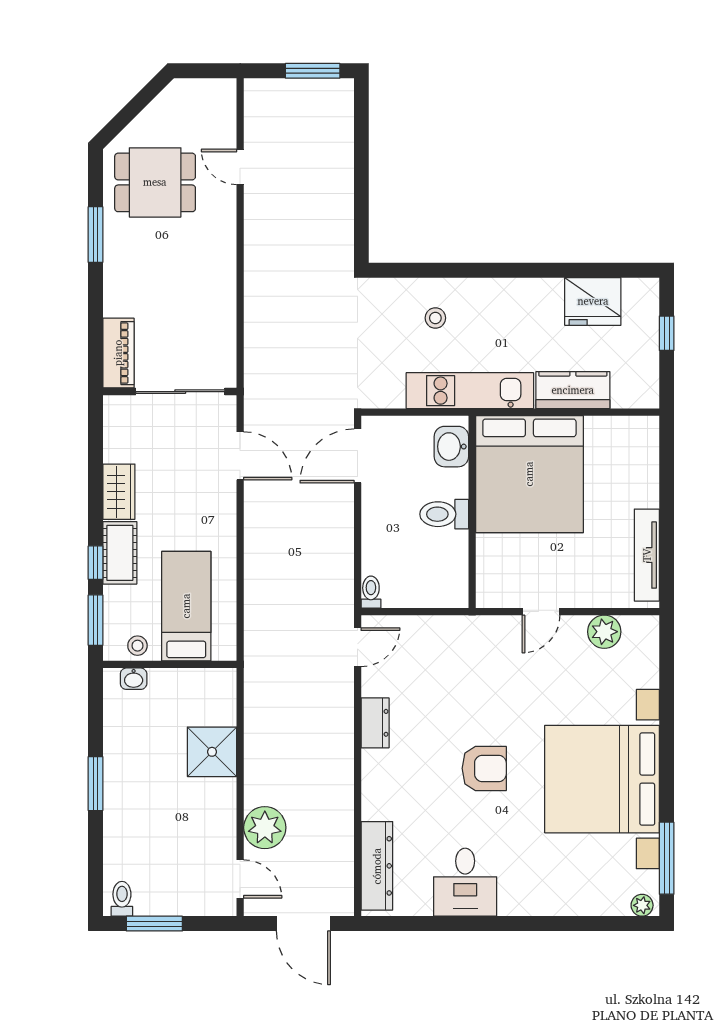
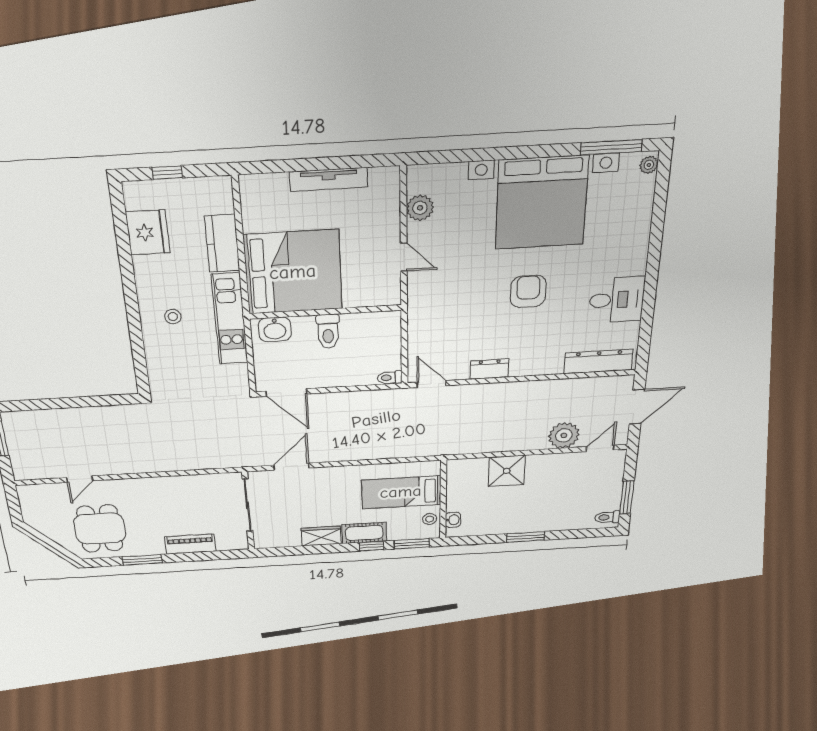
stool: (435, 318) -> (173, 317), moved
piano: (118, 353) -> (190, 544), moved
tv unit: (647, 555) -> (329, 179), moved

